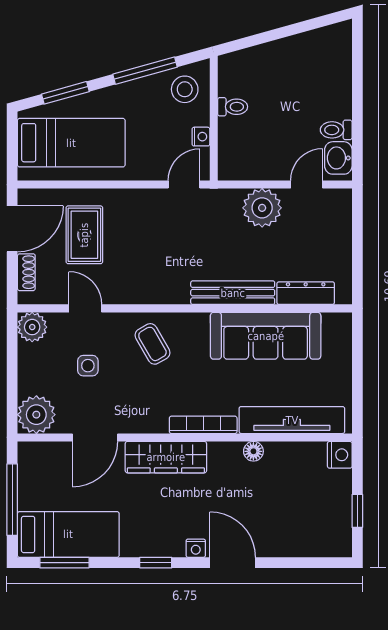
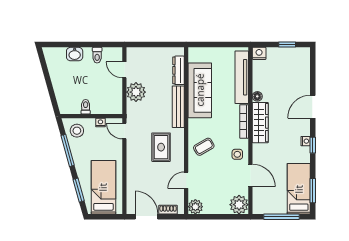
washbasin: (338, 158) -> (75, 54), moved
rug: (84, 235) -> (161, 147), moved, turned 90
side table: (88, 366) -> (237, 154), moved
wardrobe: (166, 457) -> (260, 123), moved
nightstand: (196, 548) -> (306, 141), moved

